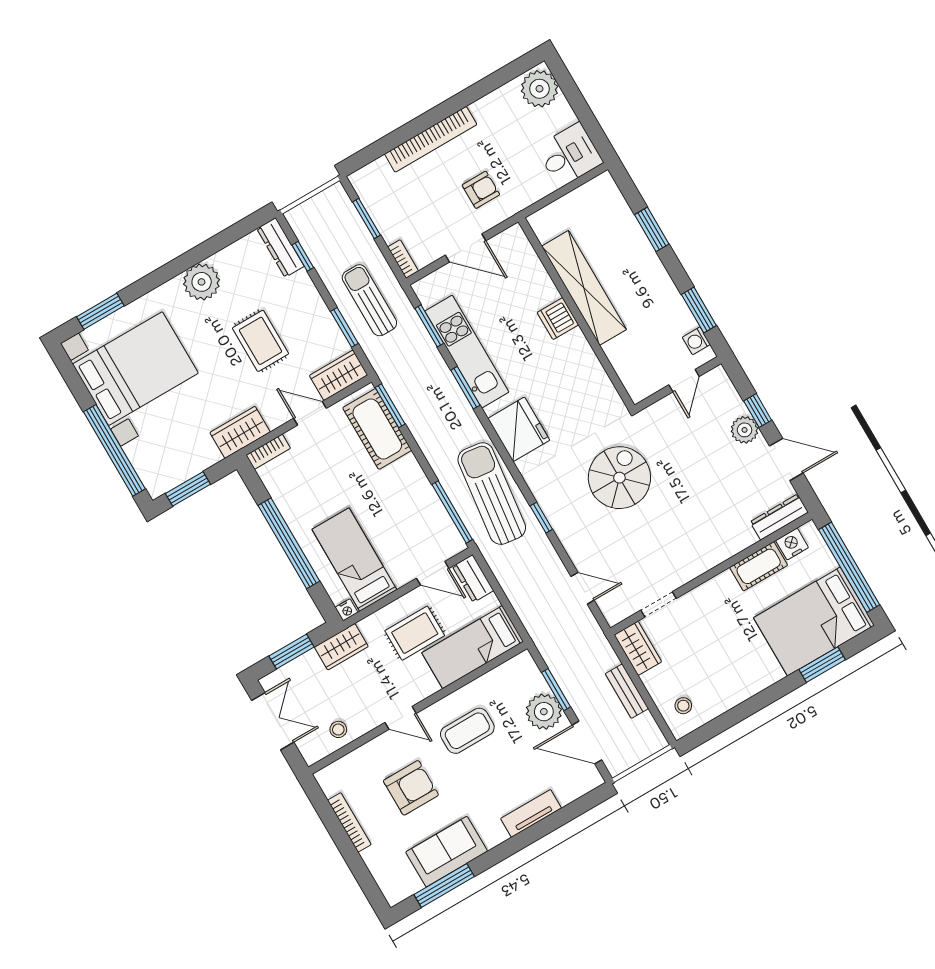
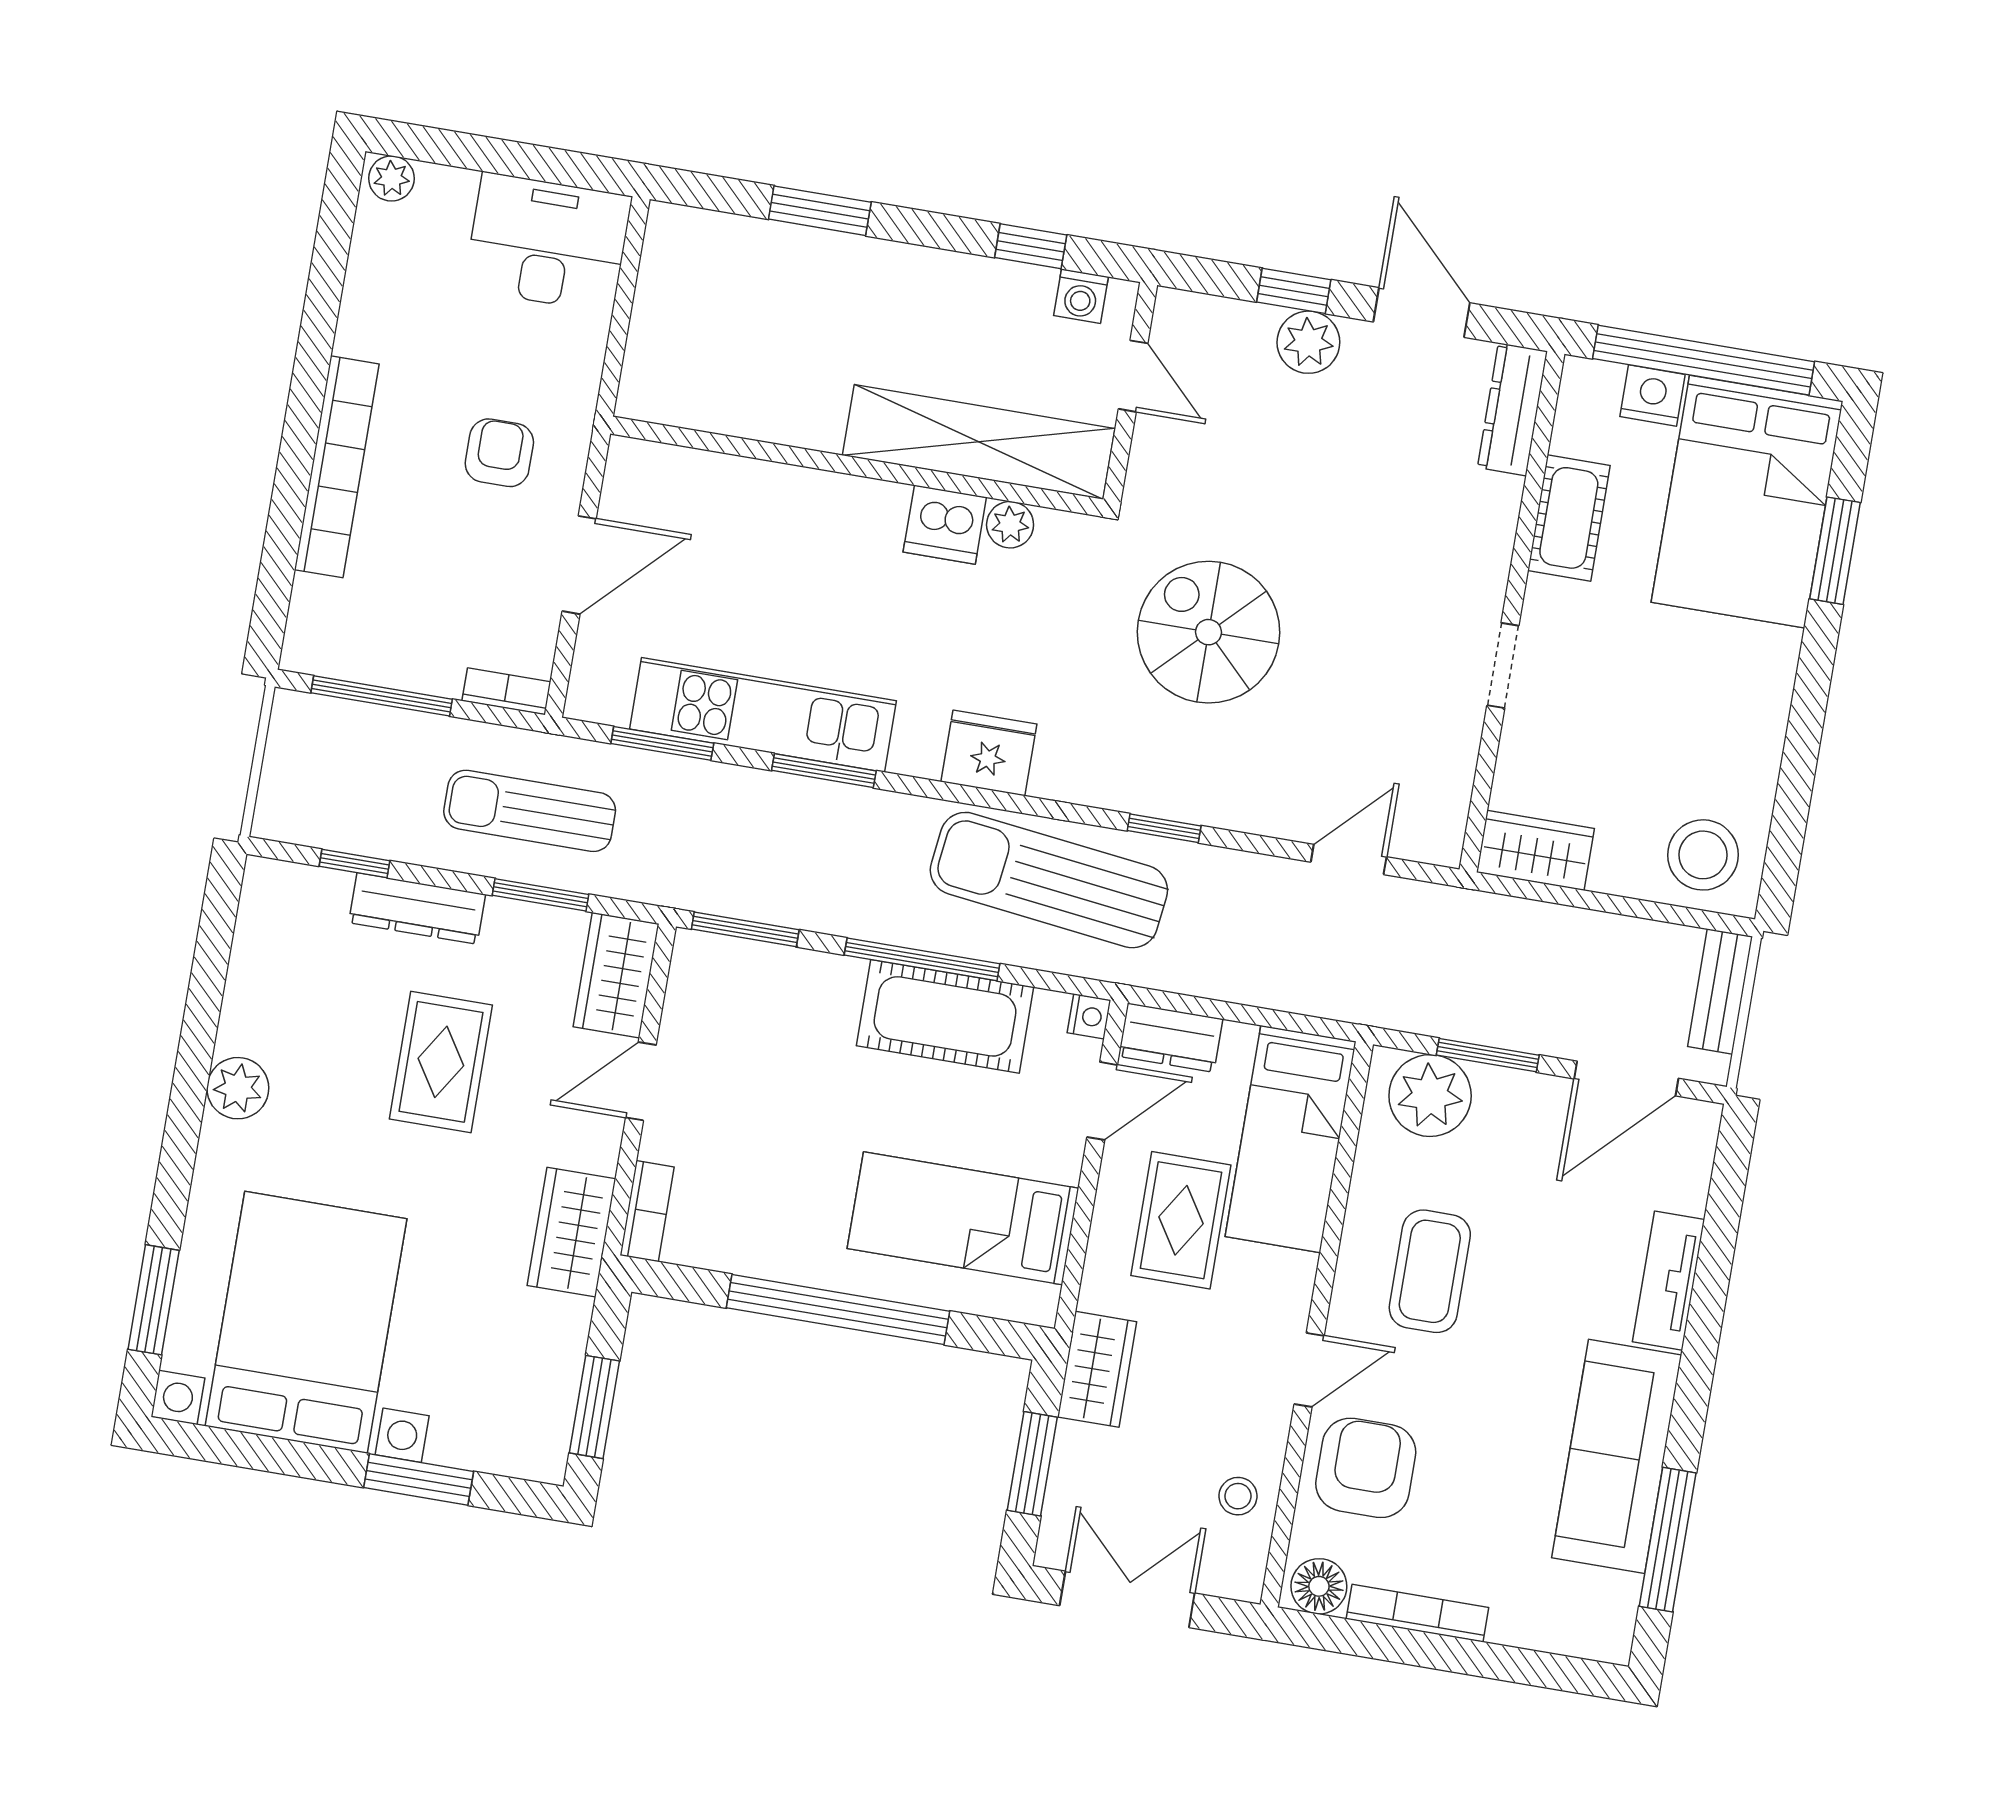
plant: (539, 89) -> (391, 178), width x0.53, depth x0.53
desk: (569, 155) -> (548, 243), width x1.37
window: (366, 219) -> (382, 696), width x1.44
dresser: (280, 248) -> (417, 908), moved
plant: (202, 282) -> (238, 1088), width x0.73, depth x0.73
shelving: (584, 288) -> (979, 442), moved
window: (699, 310) -> (1031, 246), width x0.67
dishwasher: (558, 319) -> (945, 525), moved
rug: (260, 341) -> (441, 1062), turned 90
plant: (600, 381) -> (1010, 525), added
cot: (377, 429) -> (945, 1016), moved
fridge: (519, 429) -> (989, 753), width x0.73, depth x0.75
window: (114, 450) -> (419, 1479), width x0.47
door: (786, 459) -> (1422, 312), hinge flipped
window: (452, 512) -> (922, 959), moved
nightstand: (792, 544) -> (1653, 395), moved, turned 90
doorway: (659, 604) -> (1503, 666), moved
nightstand: (347, 610) -> (1089, 1016), moved
bench: (627, 691) -> (1720, 992), moved, turned 90
stool: (683, 706) -> (1703, 855), width x1.89, depth x1.89
plant: (544, 712) -> (1430, 1096), moved
floor lamp: (331, 782) -> (1319, 1586), added
armchair: (411, 788) -> (1366, 1468), moved
sofa: (447, 852) -> (1617, 1456), width x1.36

